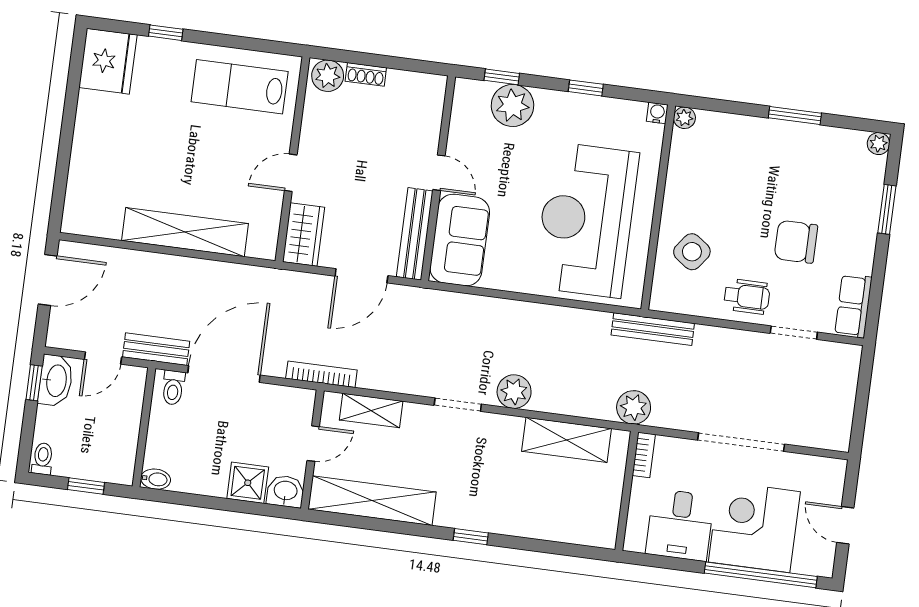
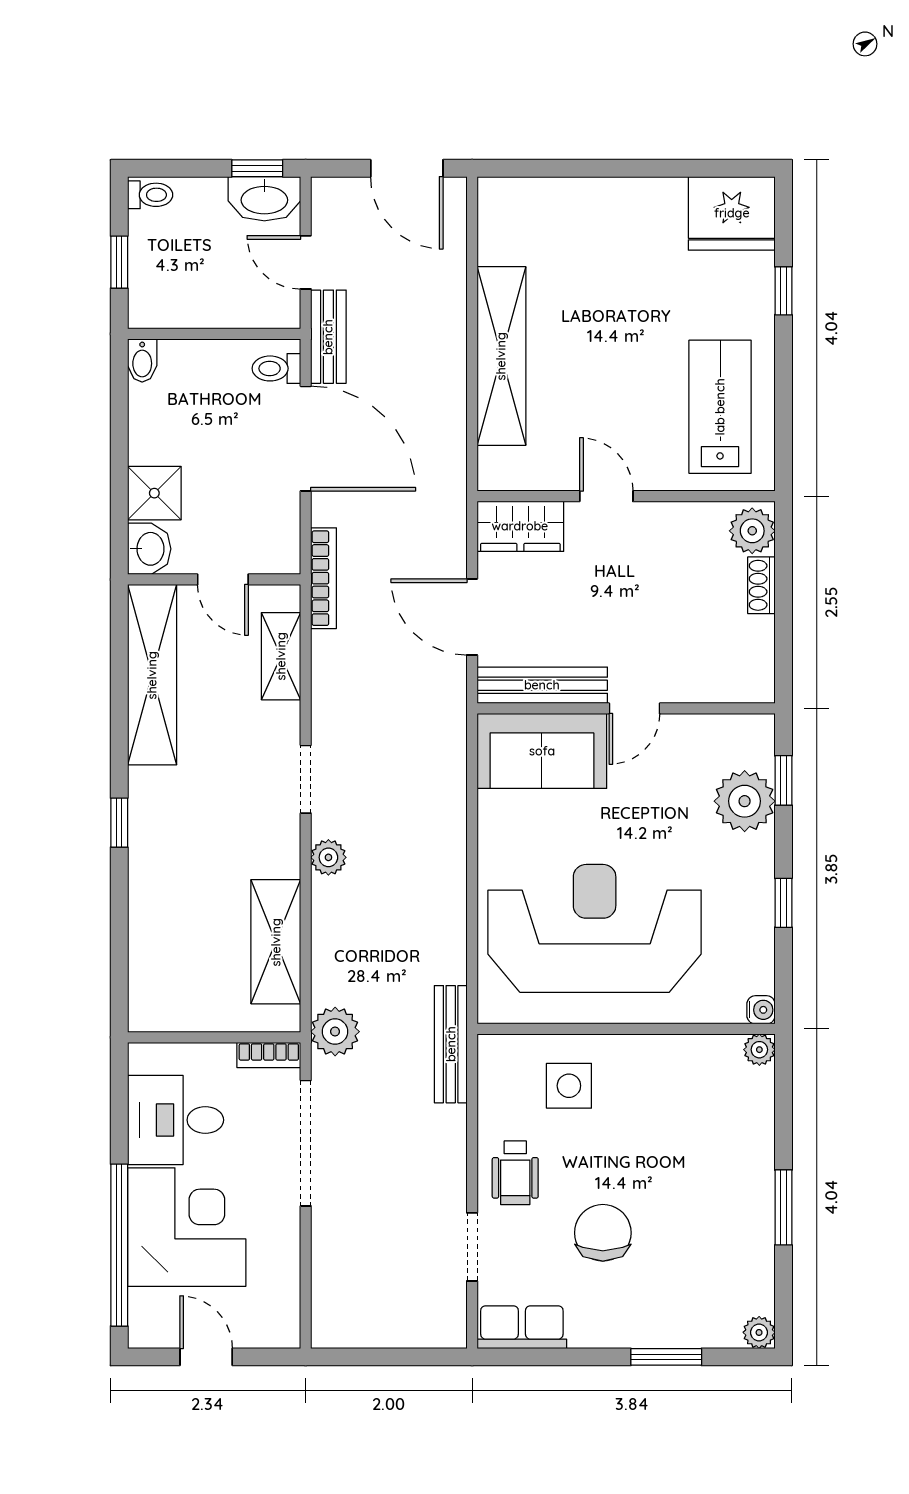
side table: (692, 252) -> (569, 1086), turned -36
plant: (514, 392) -> (328, 857), width x0.73, depth x0.73
doorway: (741, 442) -> (306, 1143), moved
door: (845, 525) -> (206, 1357), hinge flipped

